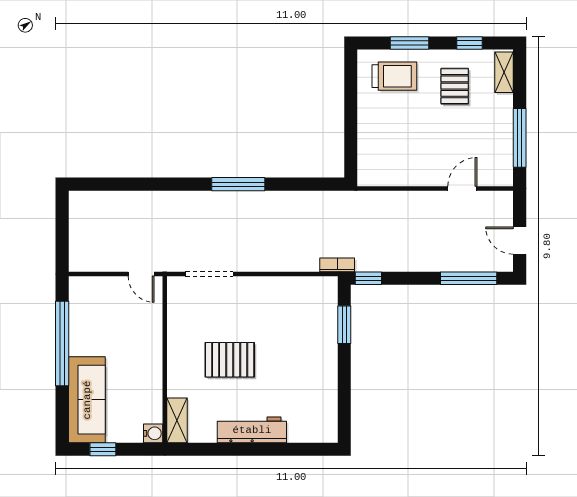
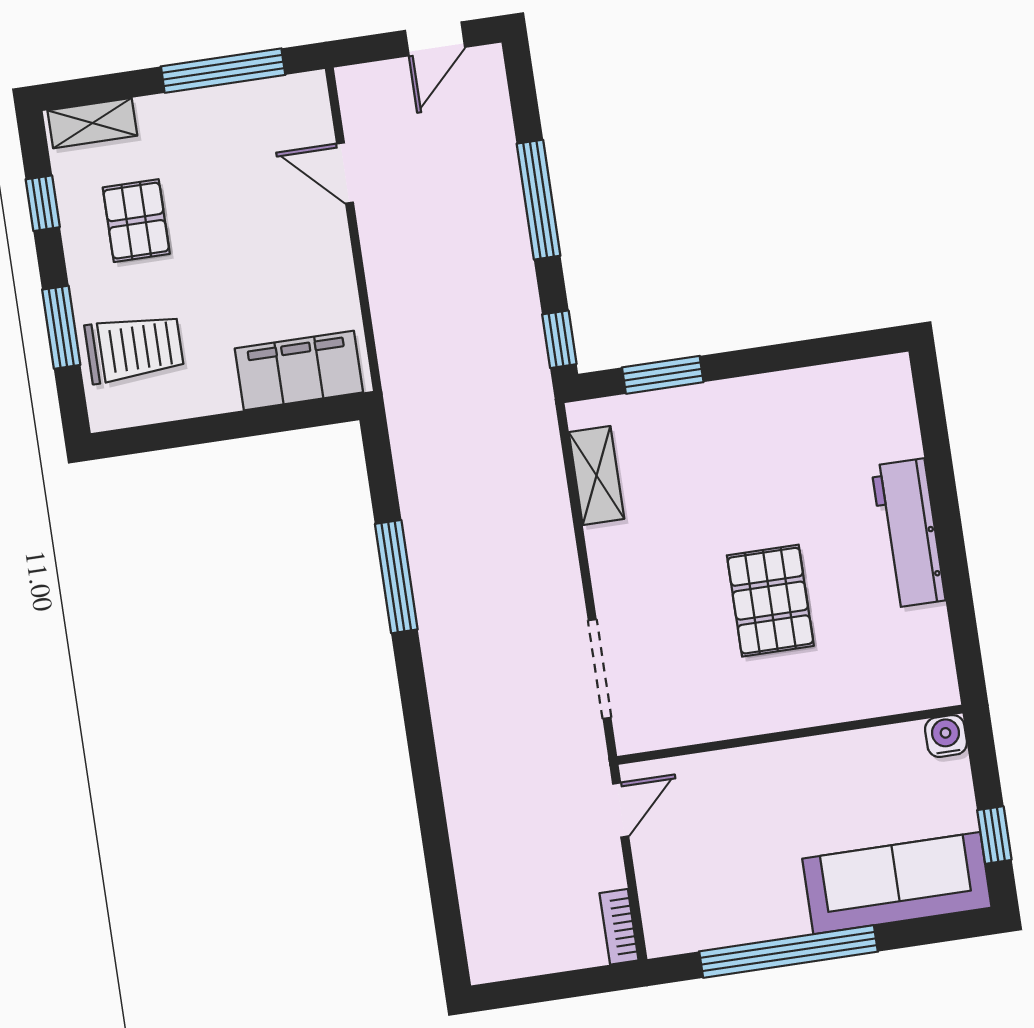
trolley: (394, 76) -> (134, 348), turned 90
pallet: (455, 86) -> (136, 221), turned 90
filing cabinet: (372, 153) -> (299, 370), added
window: (238, 184) -> (396, 577), moved
bookcase: (337, 265) -> (619, 927), moved
window: (469, 278) -> (538, 200), moved
shelving: (177, 420) -> (597, 476), moved, turned 90

